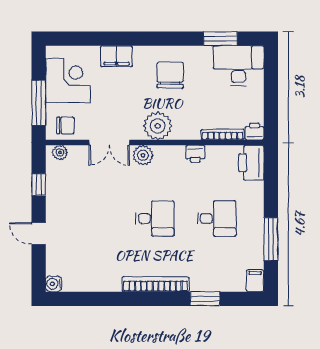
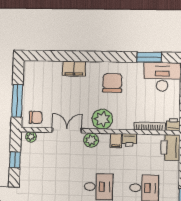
corner desk: (68, 81) -> (39, 85), removed
double door: (109, 143) -> (67, 130), swing flipped
filing cabinet: (177, 155) -> (116, 141), added

